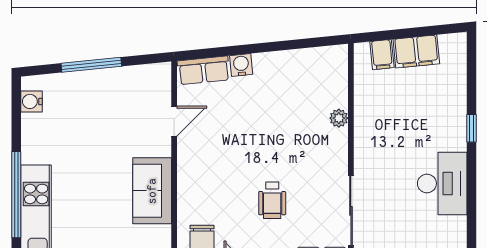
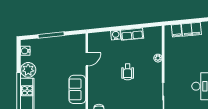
row of seats: (204, 70) -> (132, 34), moved
plant: (38, 146) -> (28, 70), added
wheelchair: (272, 200) -> (128, 72), moved

